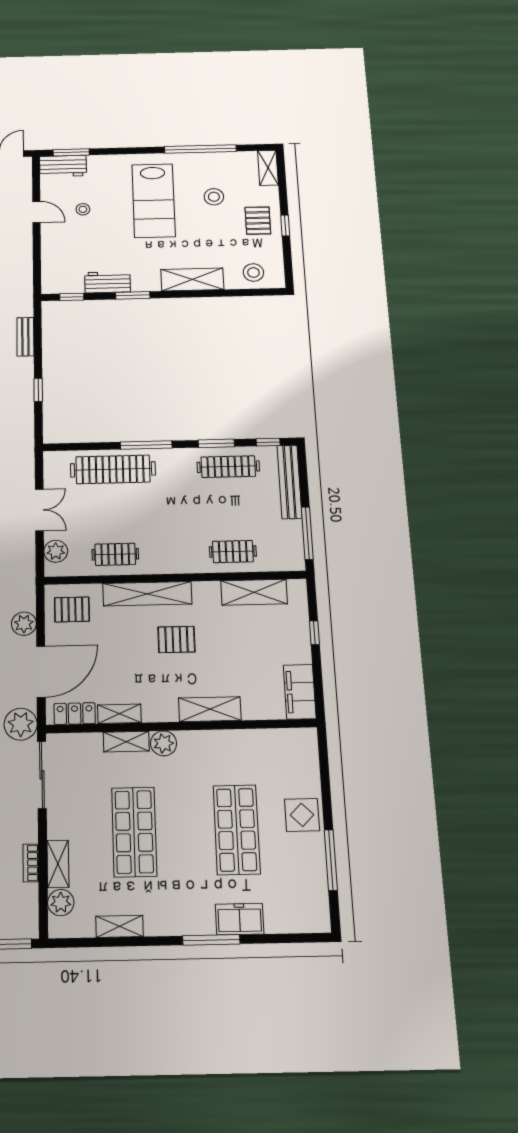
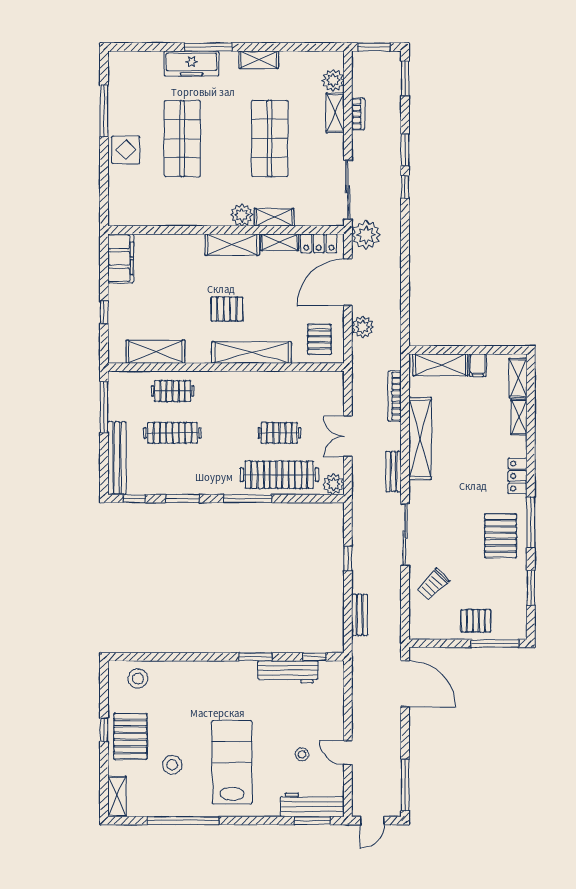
workbench: (63, 166) -> (312, 805), width x1.38
pallet: (258, 221) -> (130, 736), width x1.50, depth x1.42
shelving: (192, 279) -> (197, 673), removed
workbench: (108, 282) -> (288, 672), width x1.38
clothes rail: (228, 467) -> (173, 433), moved
plant: (56, 551) -> (333, 484), moved
clothes rail: (115, 554) -> (279, 433), moved
pallet: (72, 609) -> (319, 339), turned 90
shelving: (210, 709) -> (232, 245), moved
freezer: (240, 919) -> (191, 64), width x1.40
shelving: (119, 926) -> (259, 60), moved

